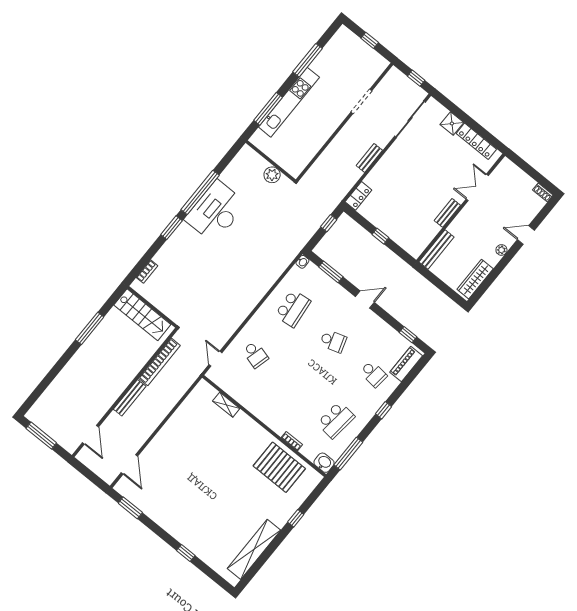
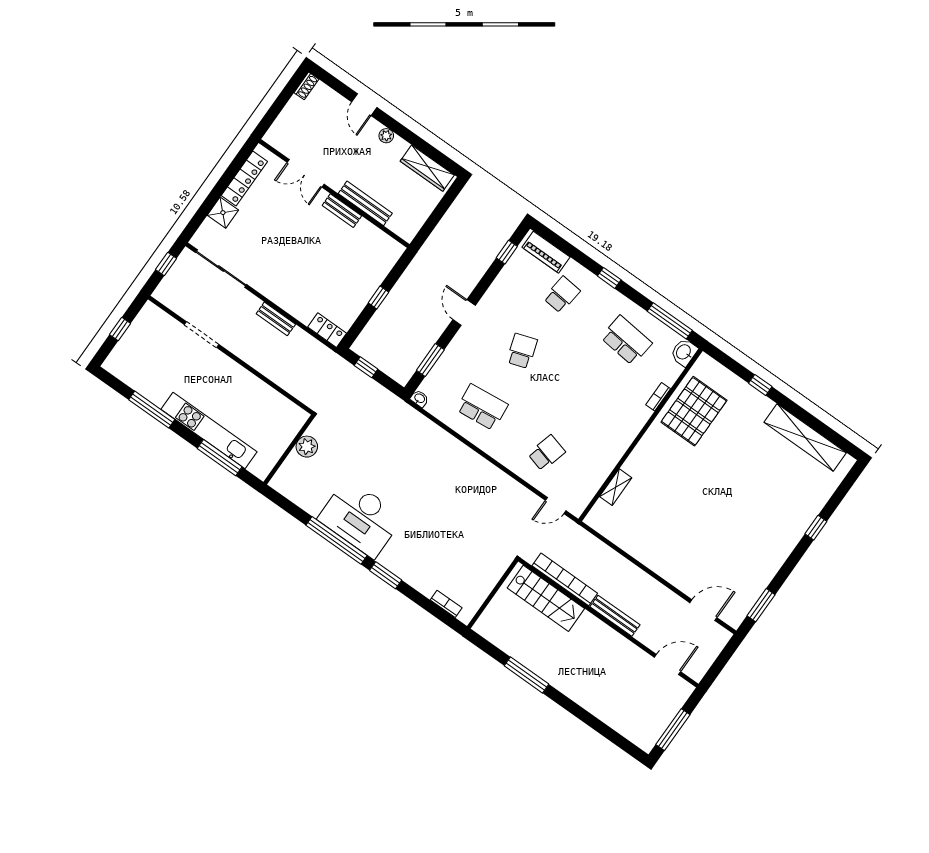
bench: (436, 249) -> (365, 203), moved
stairs: (142, 315) -> (546, 598), moved, turned 90

